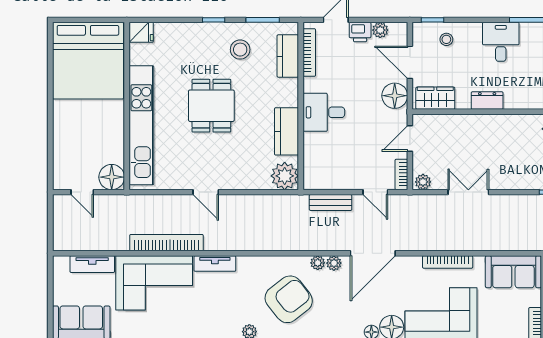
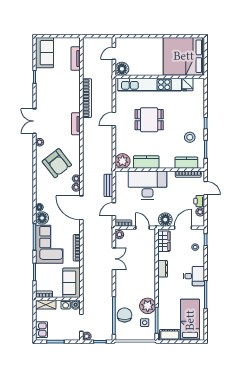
fridge: (141, 32) -> (187, 85), moved
dining table: (211, 106) -> (149, 120), moved
desk: (324, 112) -> (147, 185), width x1.87, depth x1.30
corner sofa: (154, 283) -> (66, 92), removed

